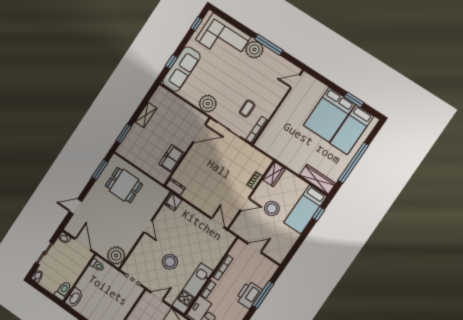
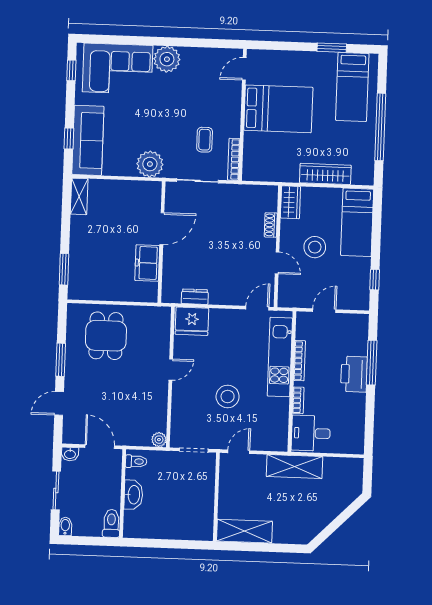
window: (269, 45) -> (182, 42), removed
shelving: (146, 115) -> (79, 196), moved
bed: (329, 115) -> (278, 109), moved, turned -90
door: (199, 133) -> (162, 229), moved
window: (100, 170) -> (61, 360), moved
wardrobe: (317, 179) -> (325, 174), moved
dining table: (124, 185) -> (106, 336), turned 90
dresser: (176, 187) -> (195, 297), moved
fridge: (173, 202) -> (192, 321), width x1.88, depth x1.34
door: (245, 204) -> (277, 263), hinge flipped
window: (319, 214) -> (375, 280), moved
door: (217, 223) -> (257, 308), hinge flipped
door: (148, 227) -> (171, 370), hinge flipped
plant: (116, 255) -> (159, 440), width x0.53, depth x0.53
kitchen unit: (193, 288) -> (280, 357), moved
washbasin: (74, 298) -> (133, 495), moved

